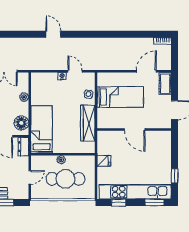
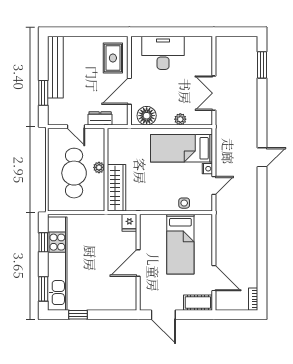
wardrobe: (88, 123) -> (116, 188), moved, turned 90
bed: (42, 129) -> (182, 148), moved, turned 180
dresser: (23, 147) -> (100, 118), moved
fridge: (104, 161) -> (129, 223), moved

